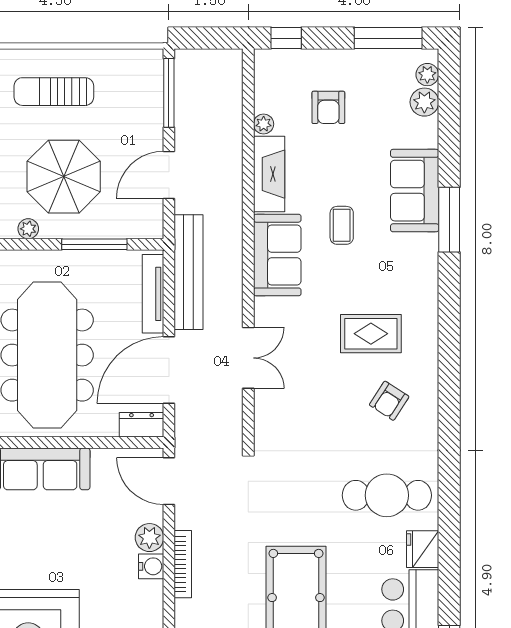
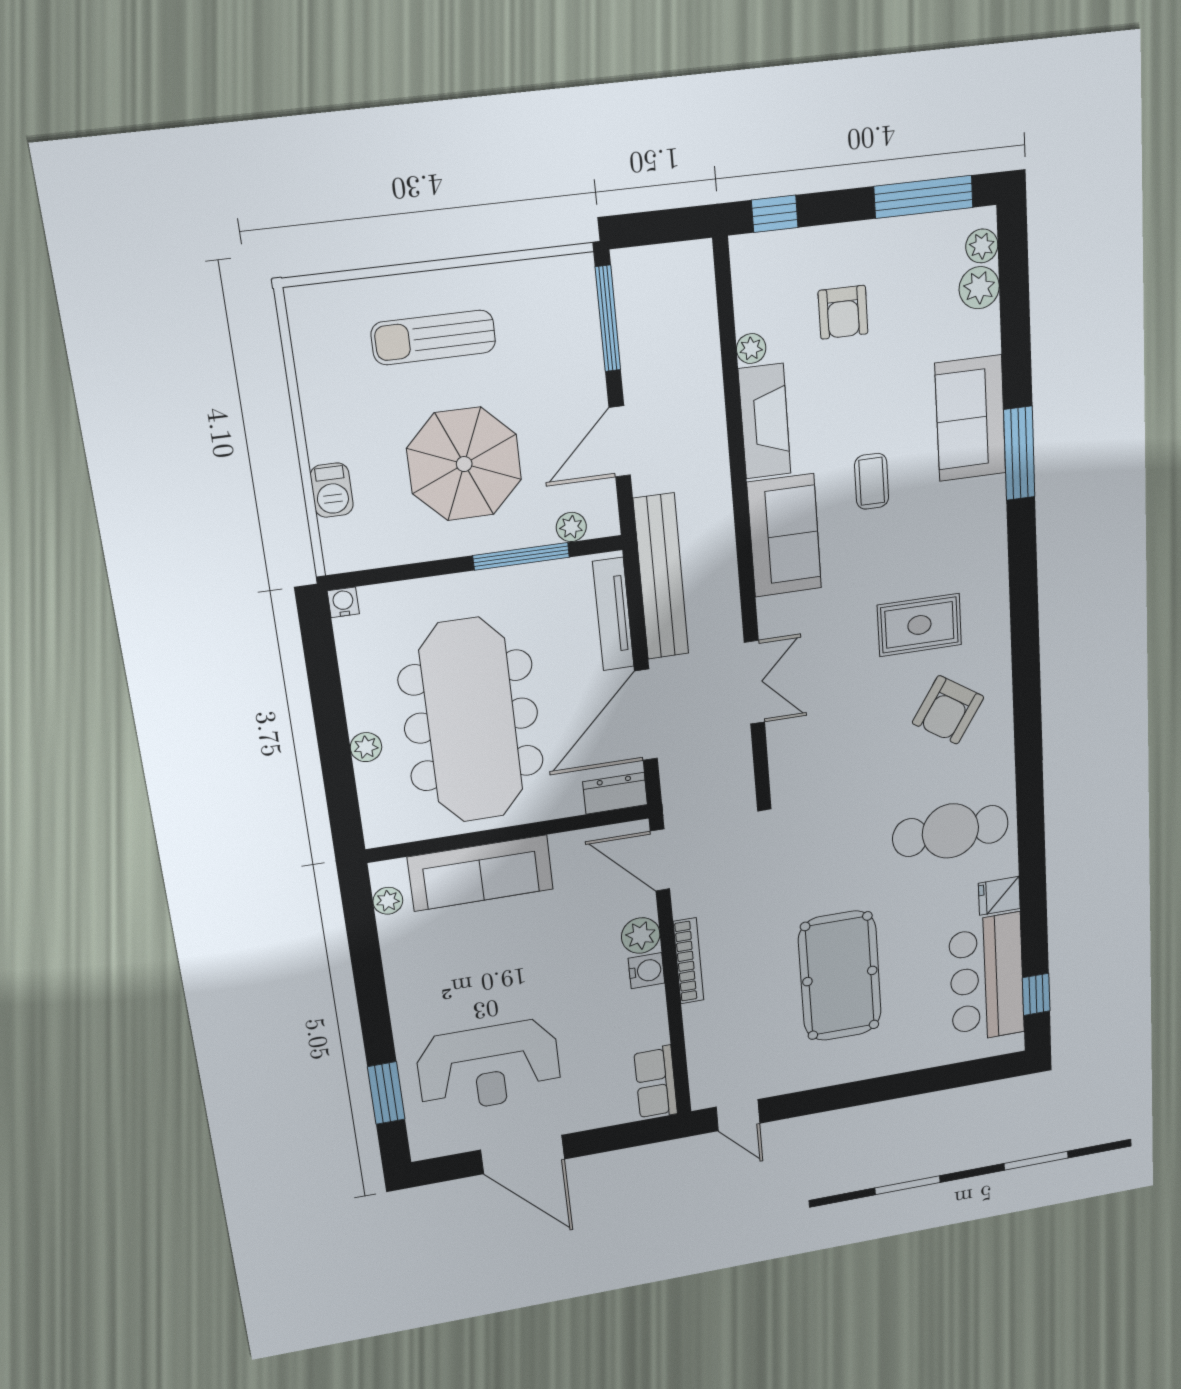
plant: (28, 229) -> (571, 527), moved
armchair: (389, 401) -> (948, 710), width x1.38, depth x1.38
fridge: (423, 549) -> (999, 896), width x0.72

